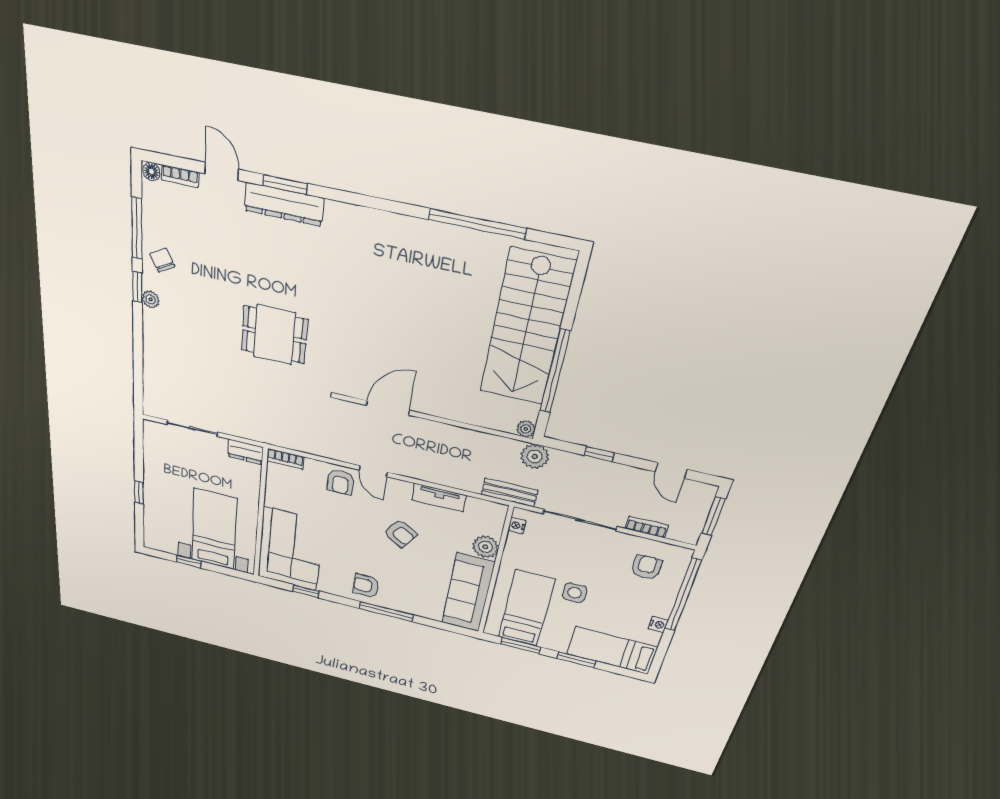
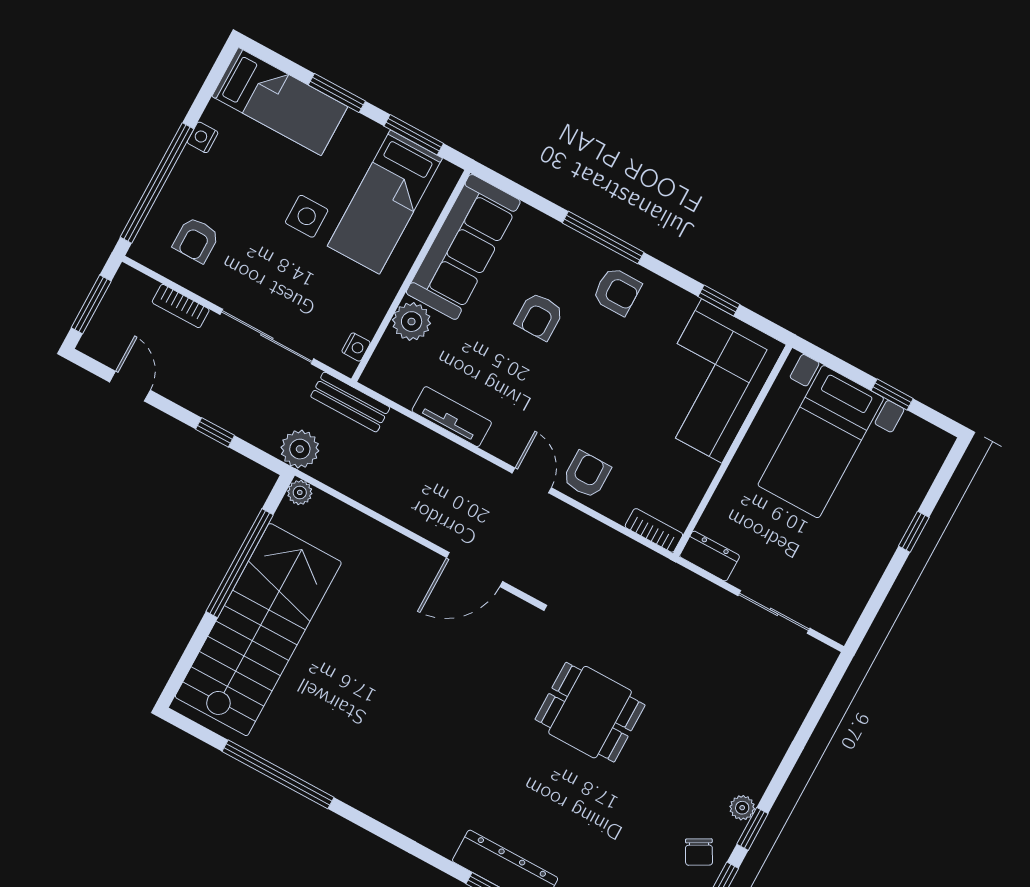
armchair: (400, 533) -> (539, 316), moved, turned -123

